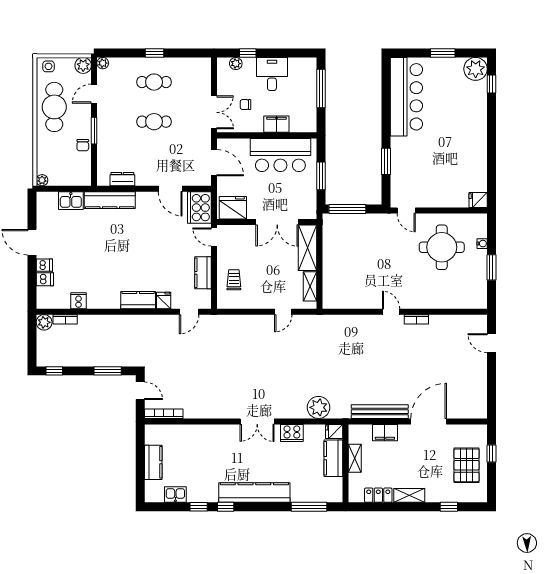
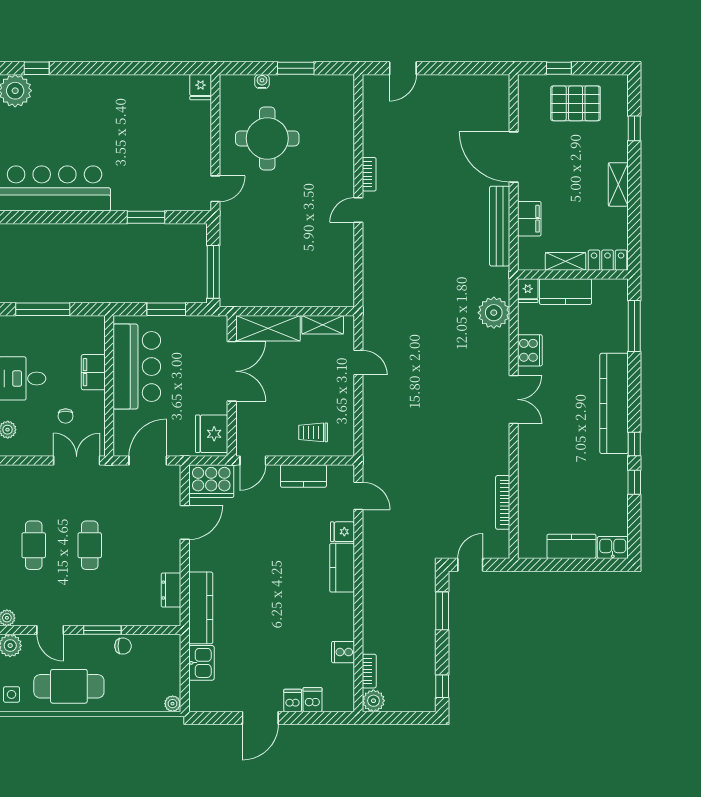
bookcase: (164, 414) -> (503, 502), moved
kitchen sink: (175, 495) -> (613, 547), moved, turned 90
locker: (378, 495) -> (608, 260), moved, turned 90

